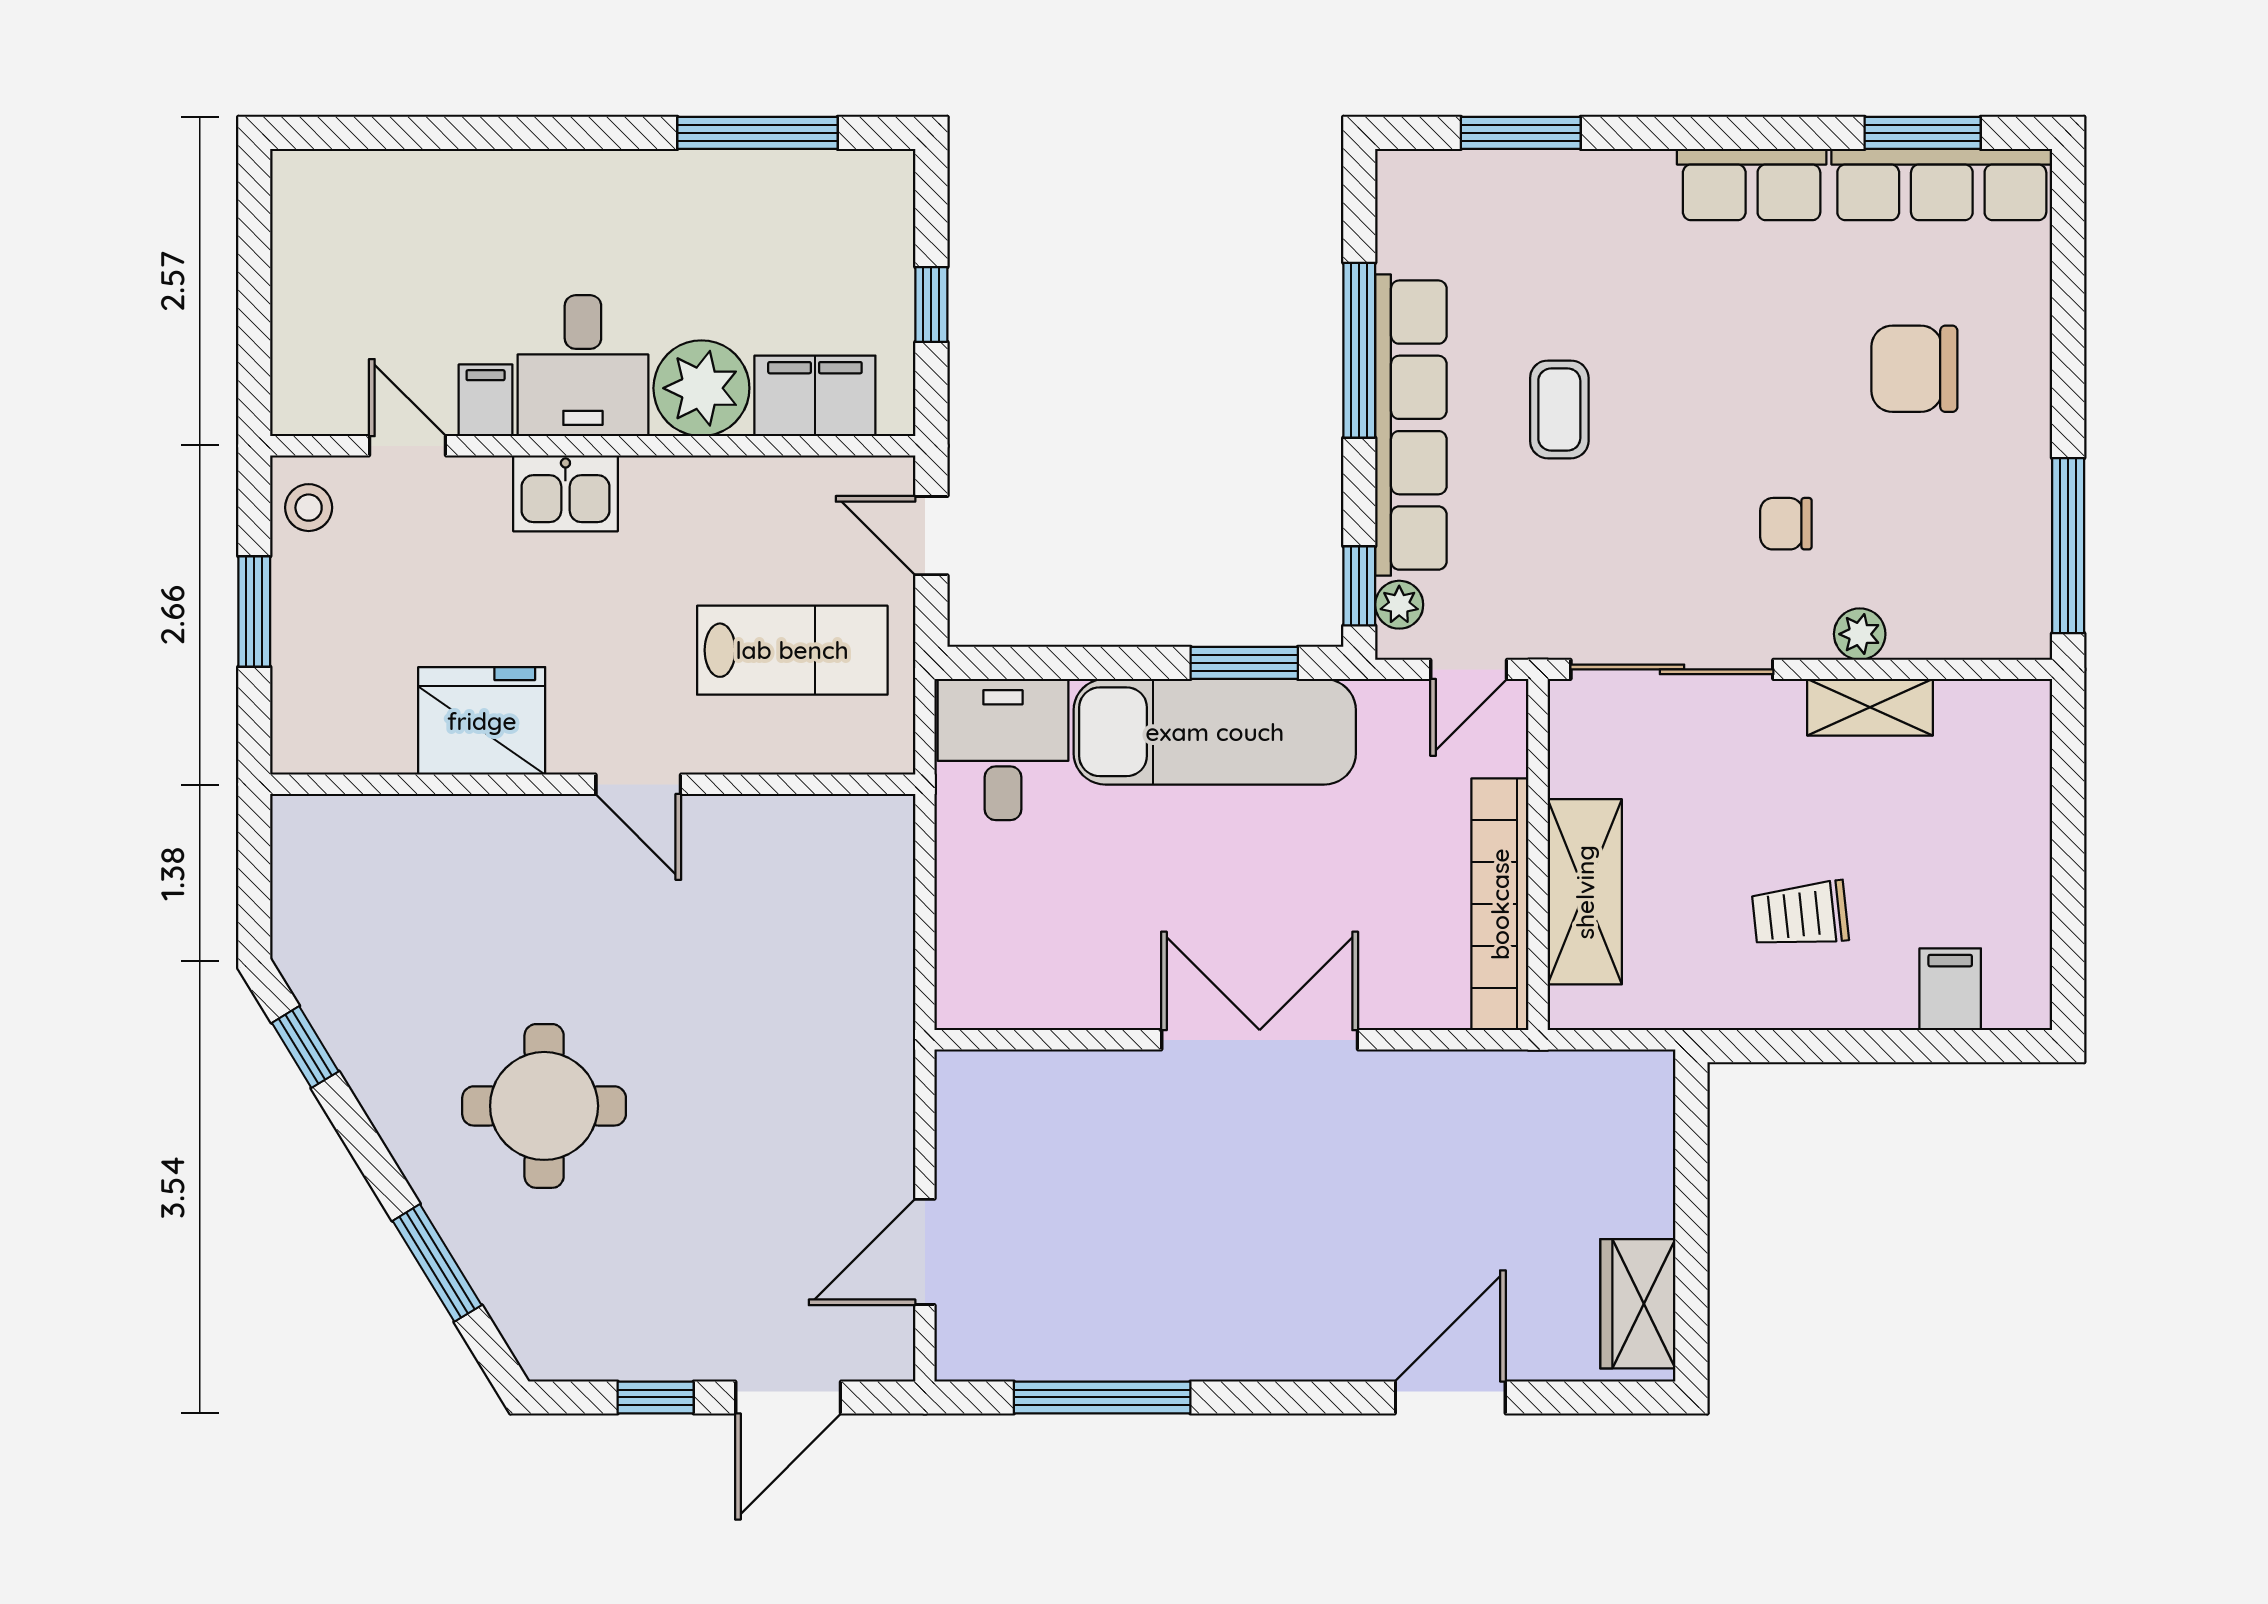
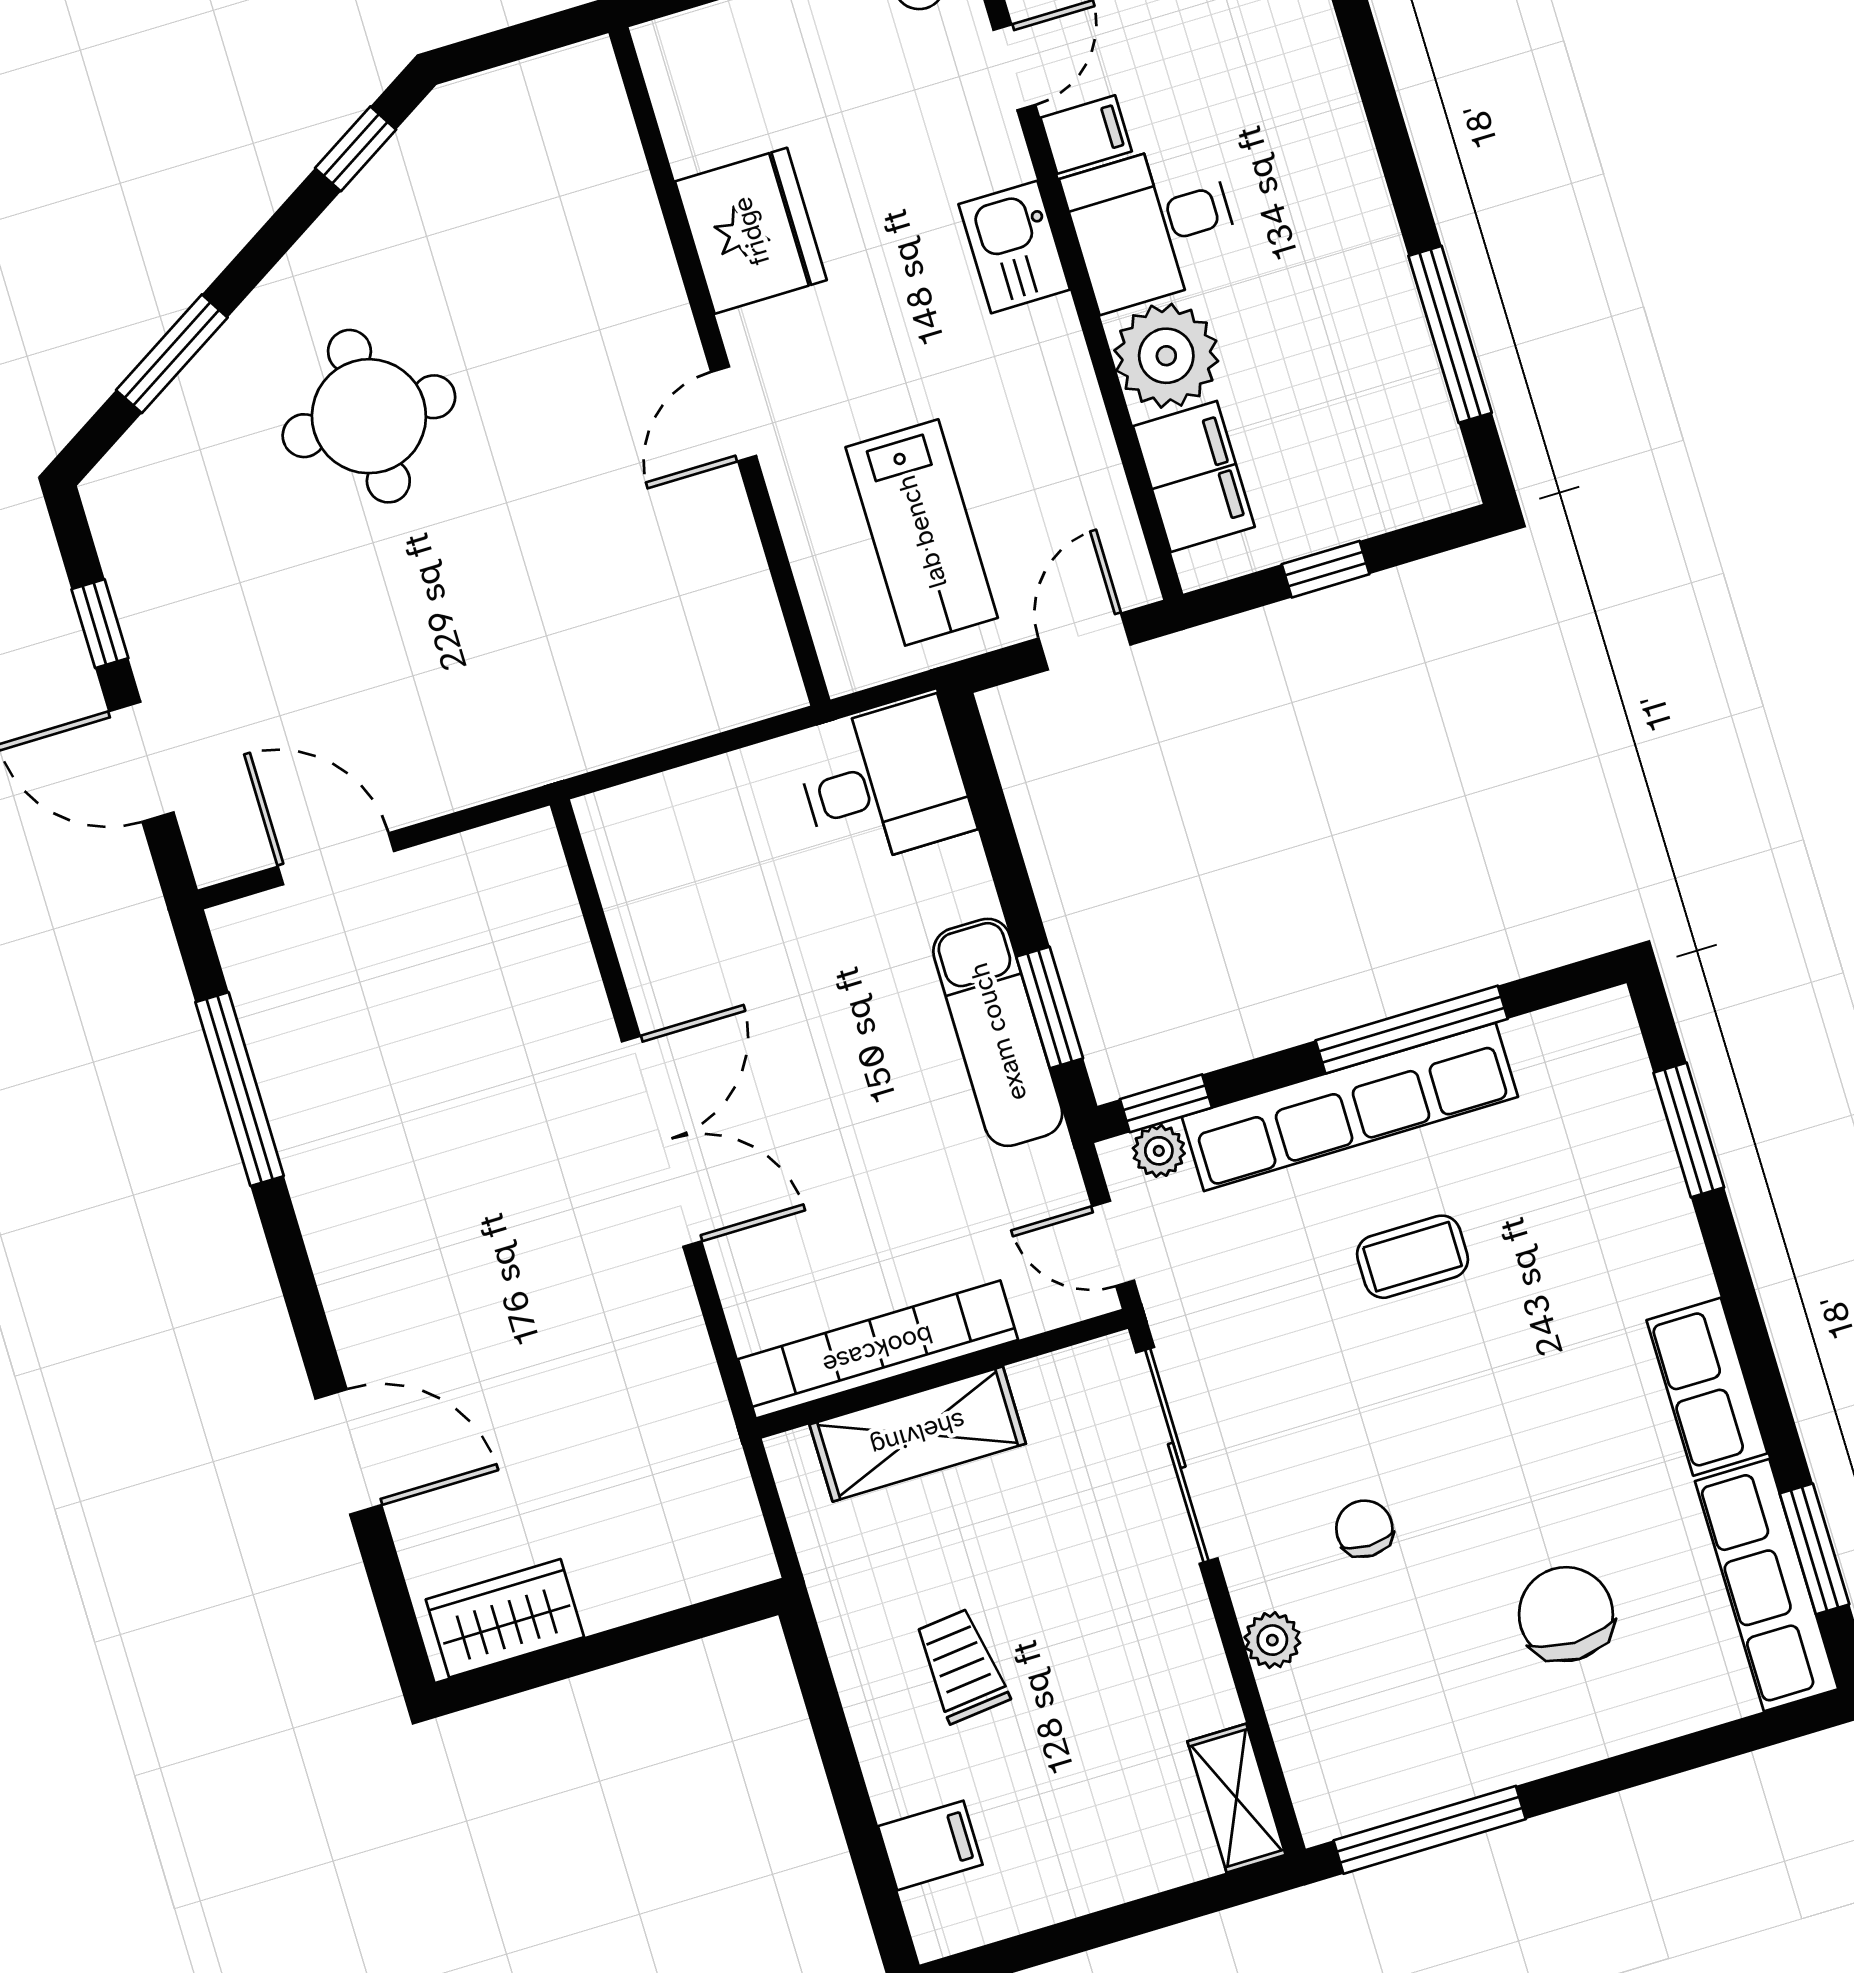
shelving: (1870, 707) -> (1237, 1798), moved
exam couch: (1215, 732) -> (998, 1032), width x0.73, depth x0.69

